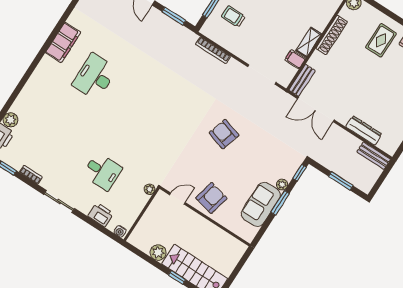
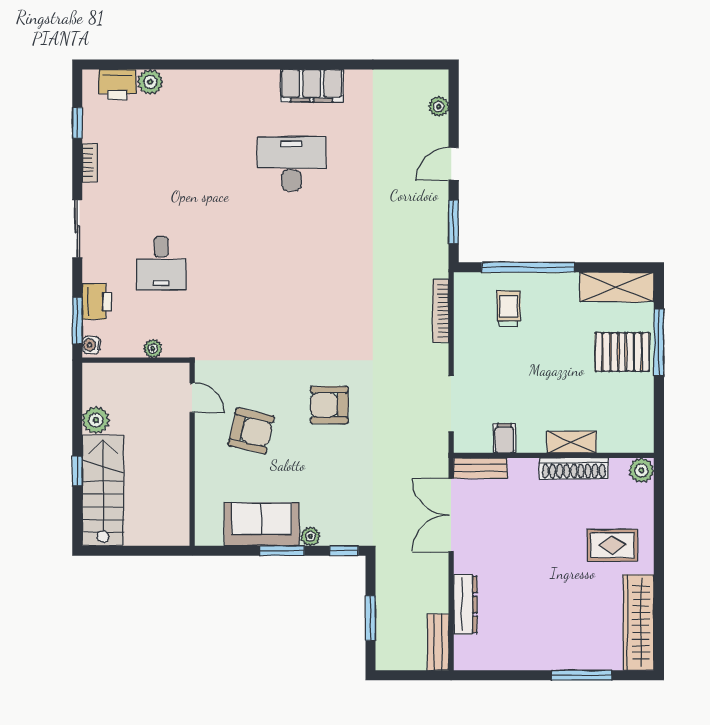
shelving: (309, 42) -> (572, 442), moved
armchair: (224, 134) -> (329, 405), turned -107
plant: (150, 189) -> (153, 349), moved
armchair: (211, 198) -> (251, 431), moved
window: (104, 230) -> (77, 321), added

